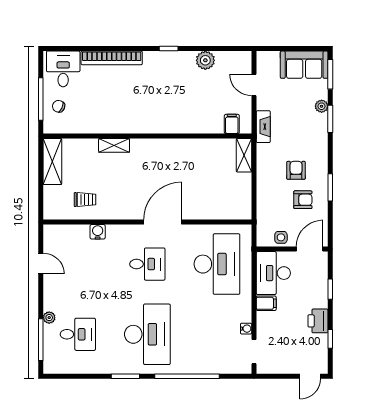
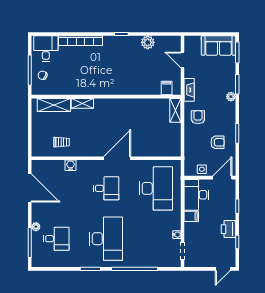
plant: (322, 106) -> (231, 97), moved
shelving: (52, 162) -> (54, 105), moved, turned 90
armchair: (296, 170) -> (198, 117), moved
door: (41, 264) -> (30, 188), width x1.88

